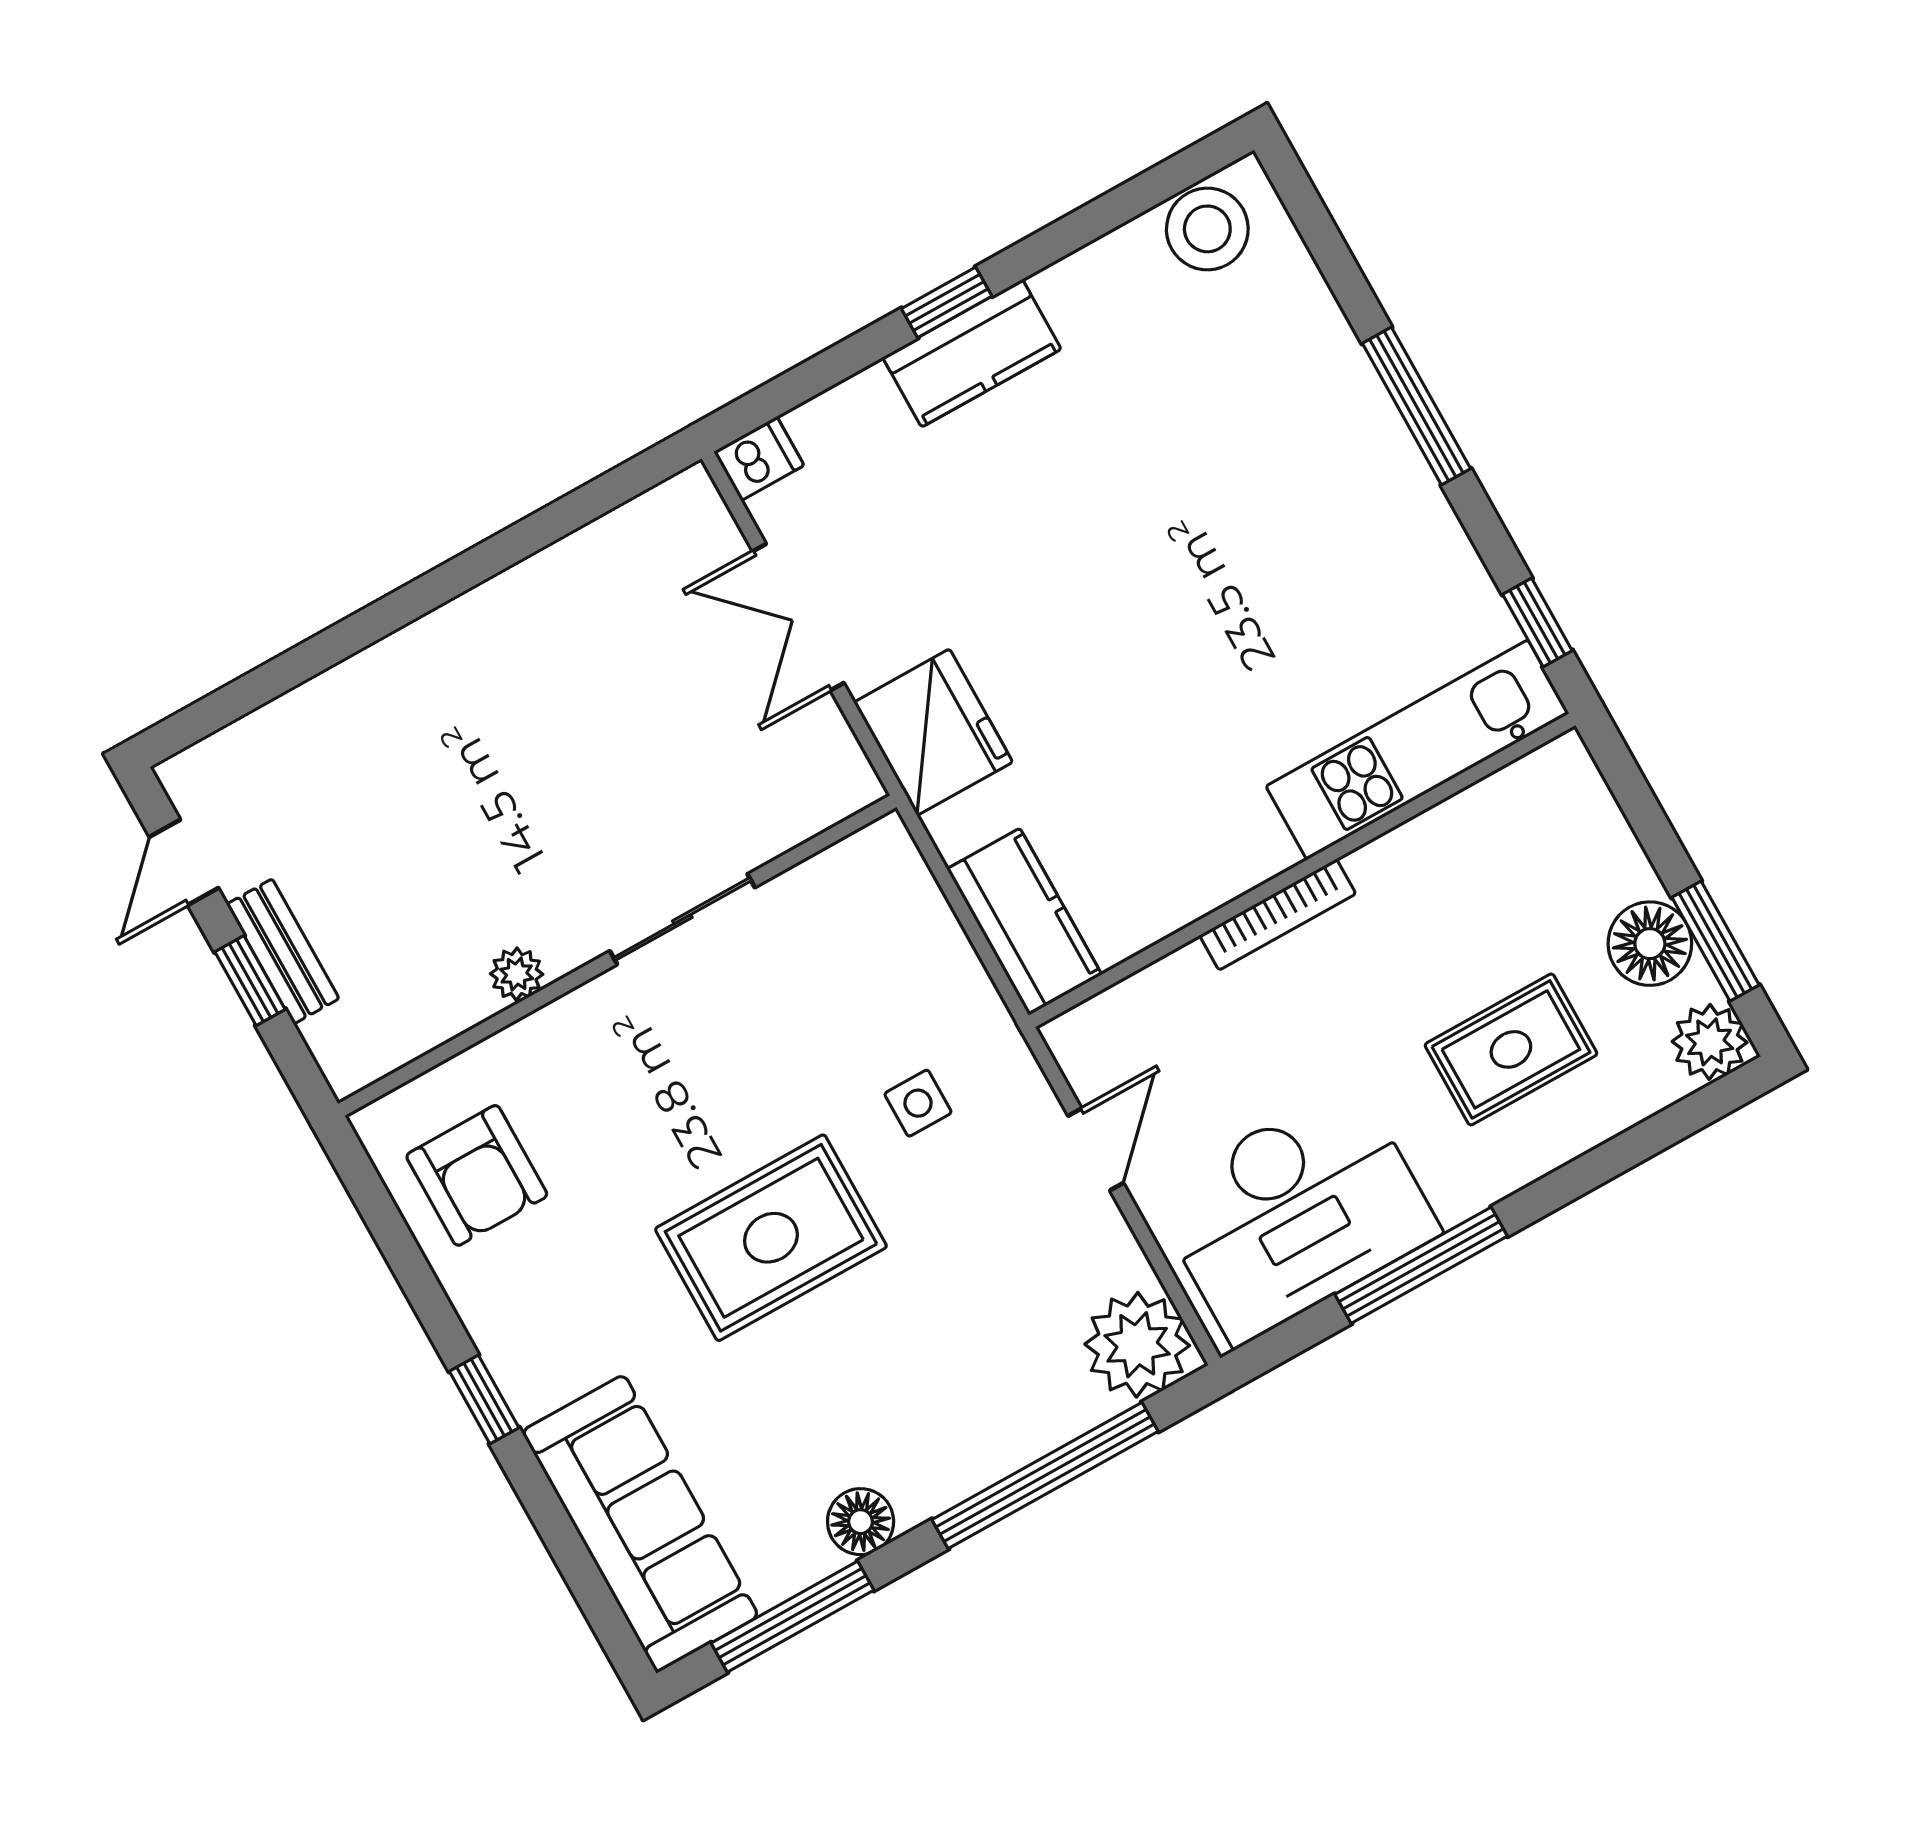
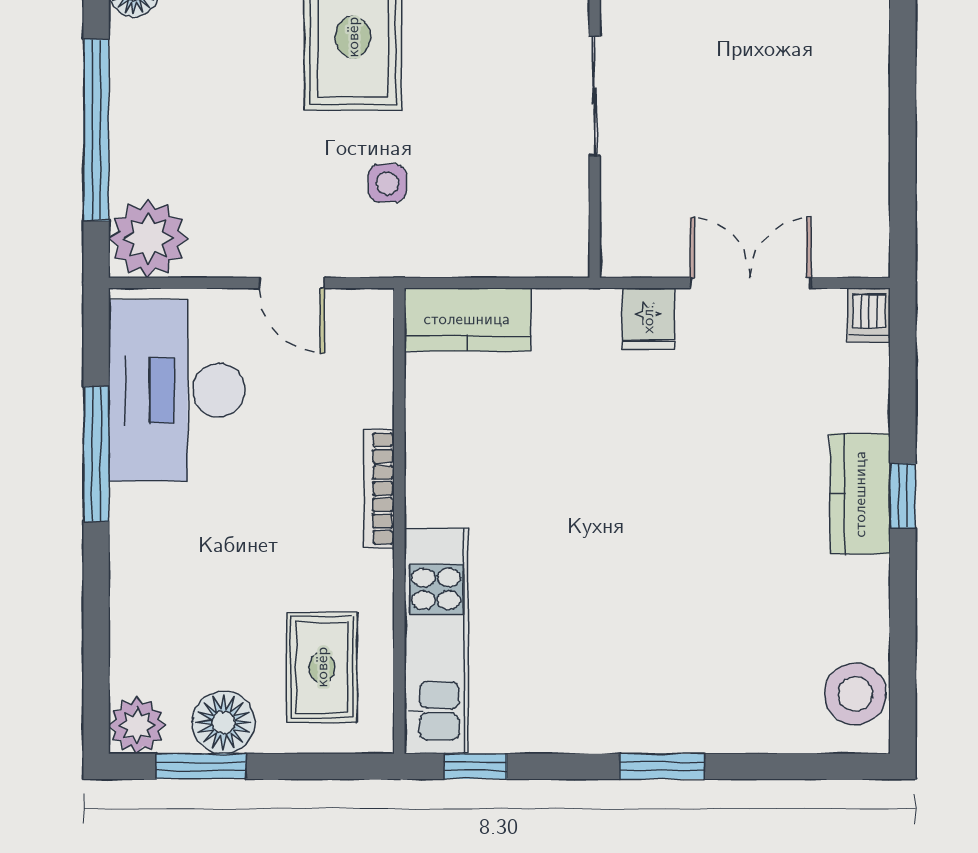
window: (1416, 406) -> (662, 766), width x0.69
fridge: (933, 732) -> (648, 319), width x0.53, depth x0.75
rug: (1511, 1049) -> (322, 667), moved

